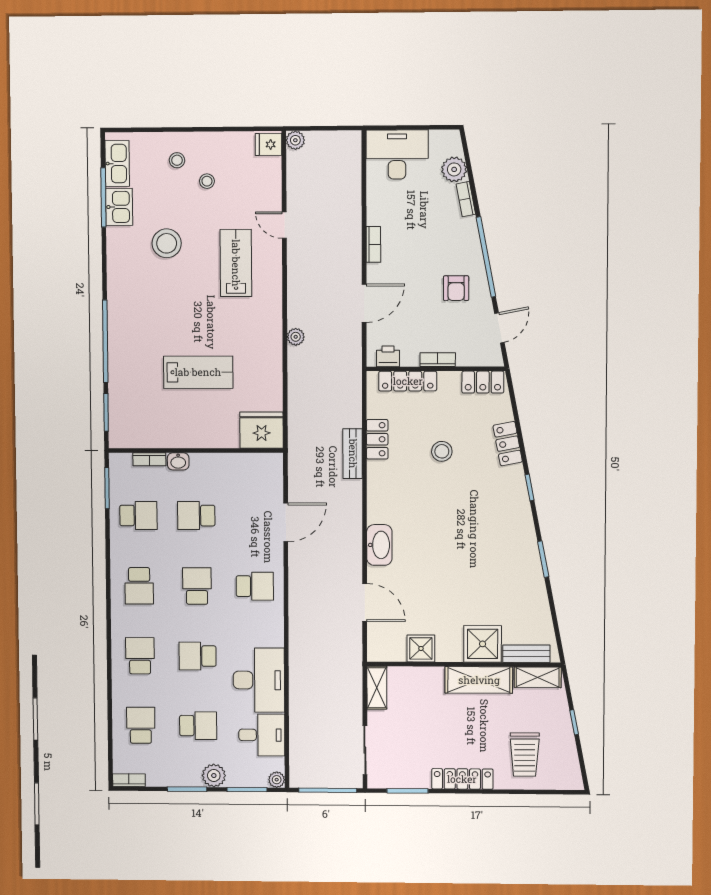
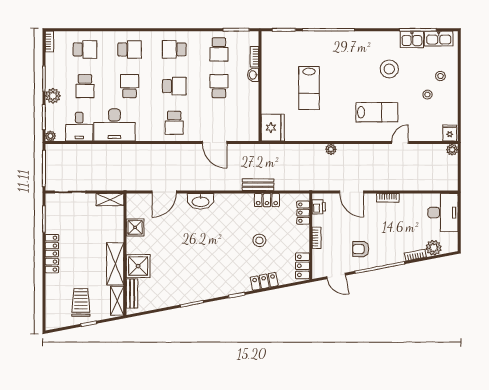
locker: (408, 381) -> (303, 213), width x0.66
trolley: (525, 755) -> (81, 302), moved, turned 90

